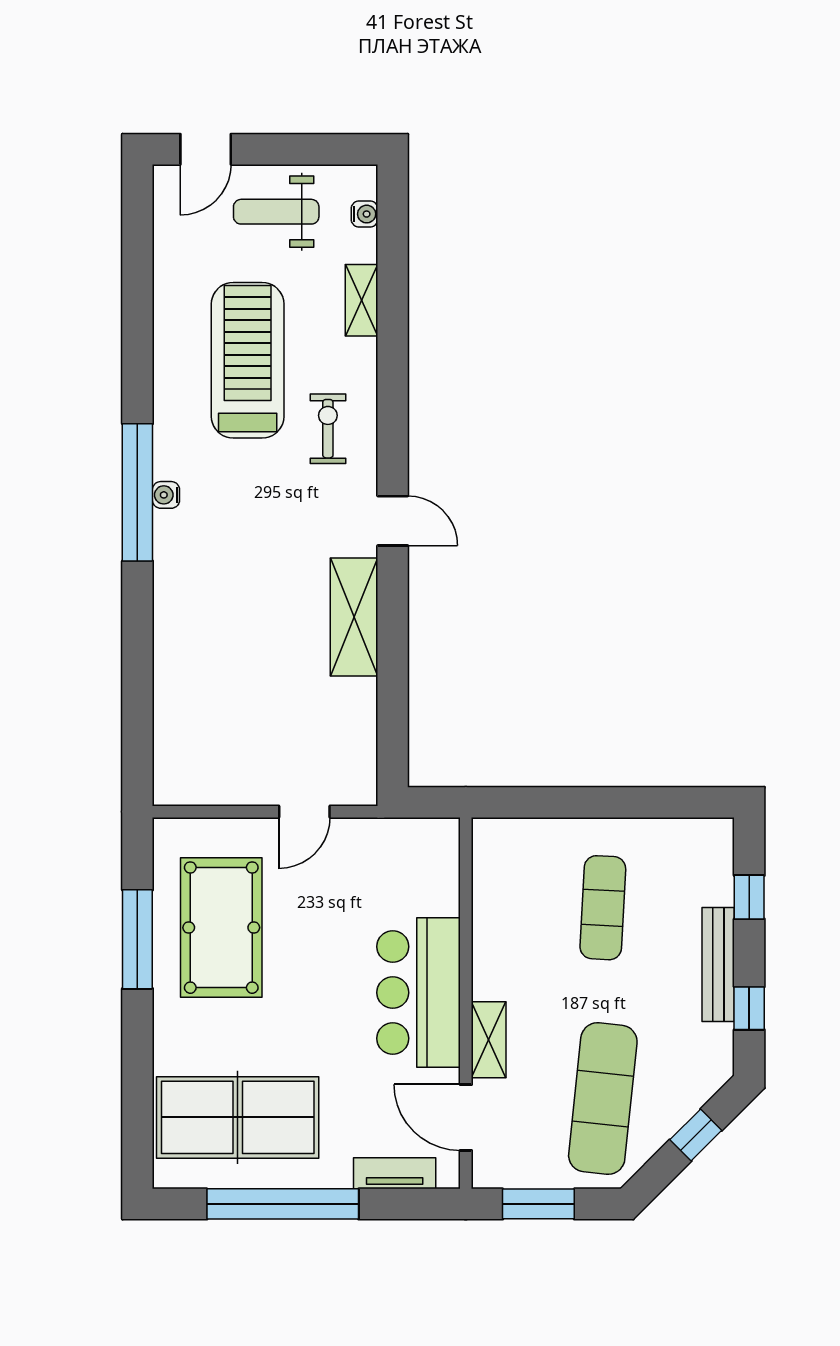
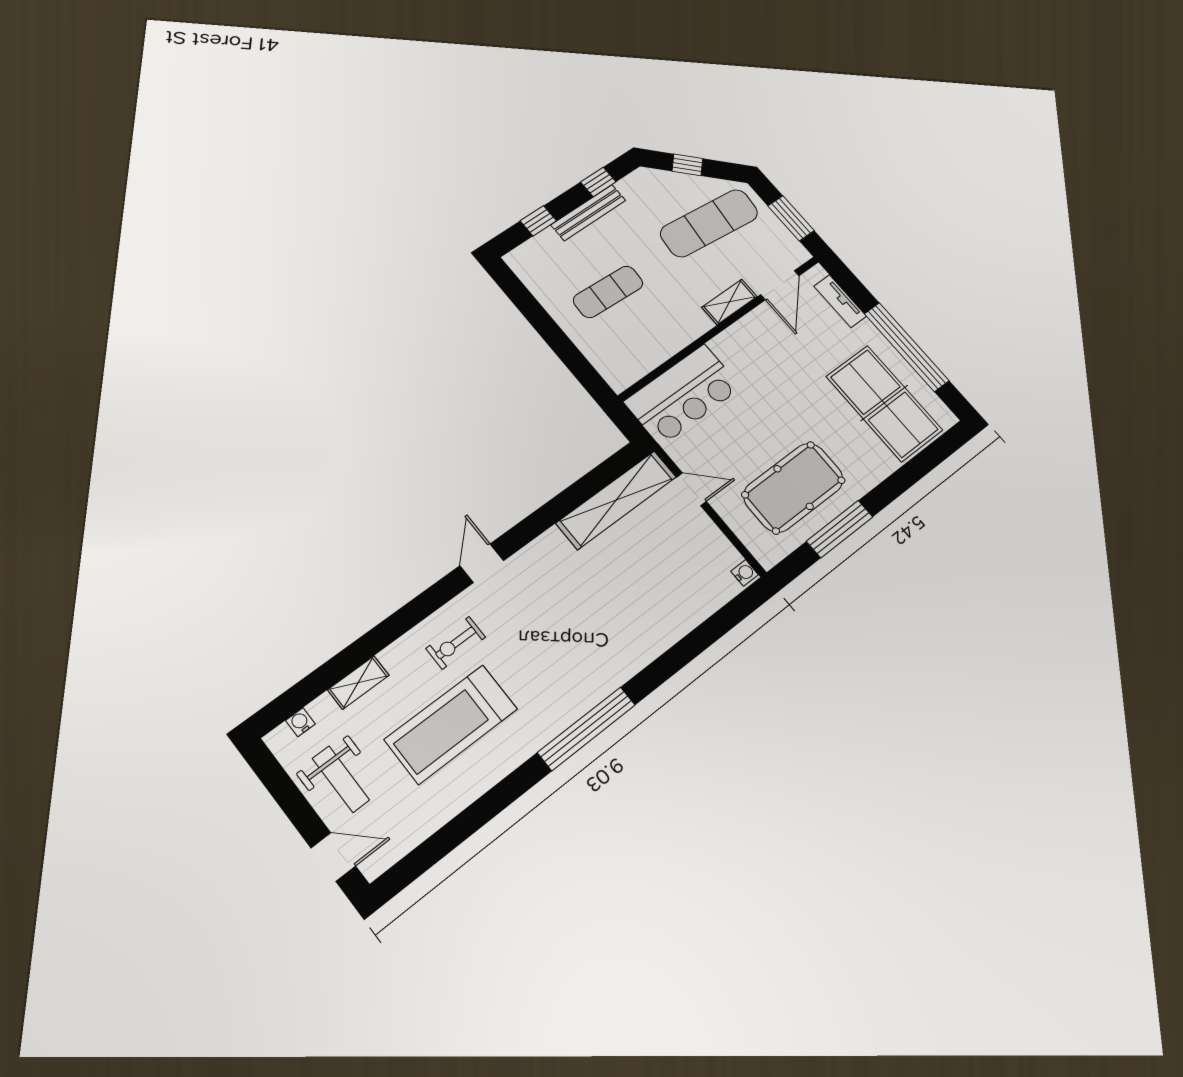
water cooler: (166, 495) -> (745, 573), moved, turned -90
shelving: (354, 617) -> (616, 500), moved, width x1.47
bar counter: (419, 993) -> (683, 395), moved

